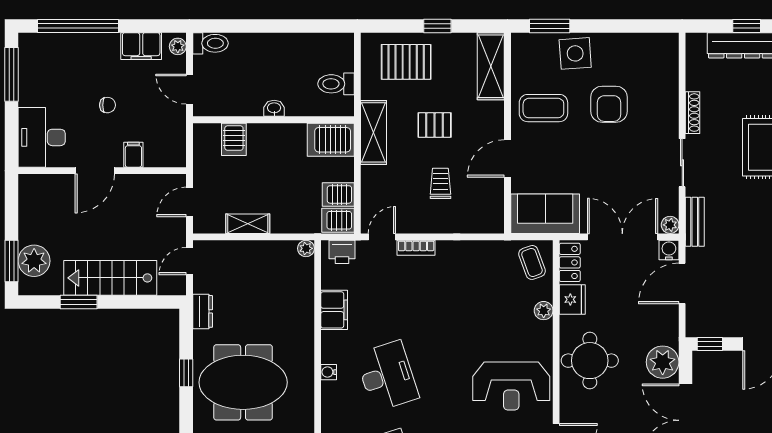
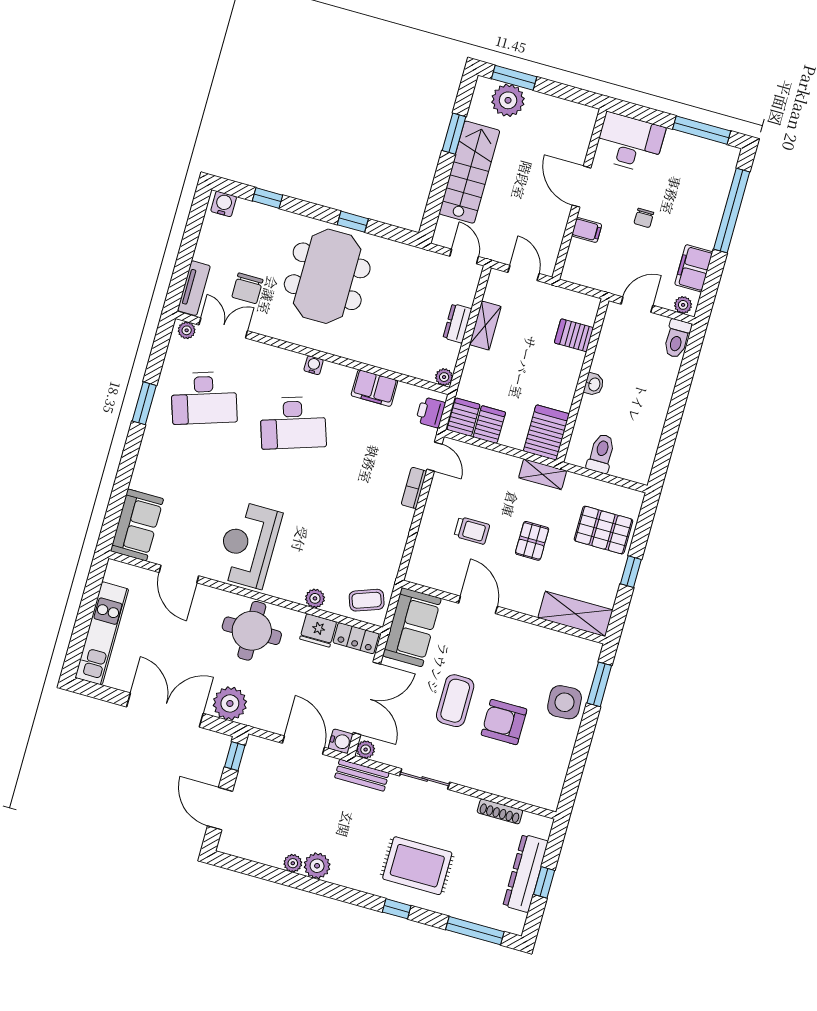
pallet: (406, 62) -> (603, 530), turned 90
coffee table: (543, 108) -> (455, 701), moved
shoe rack: (693, 113) -> (500, 811), moved
shelving: (373, 132) -> (543, 474), width x0.67, depth x0.75
dresser: (203, 311) -> (457, 323), moved, turned 90

